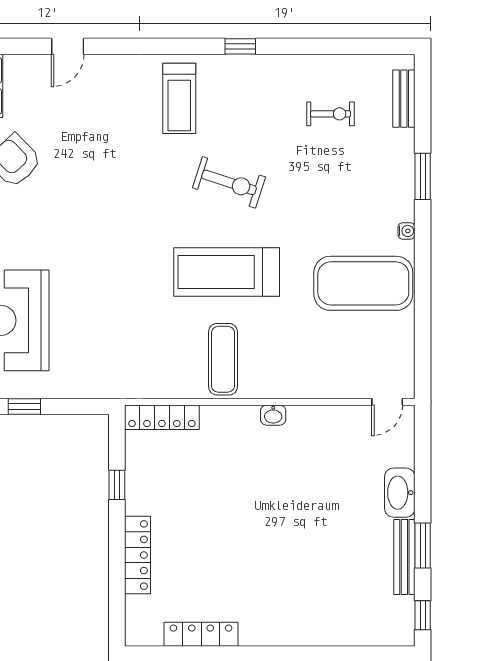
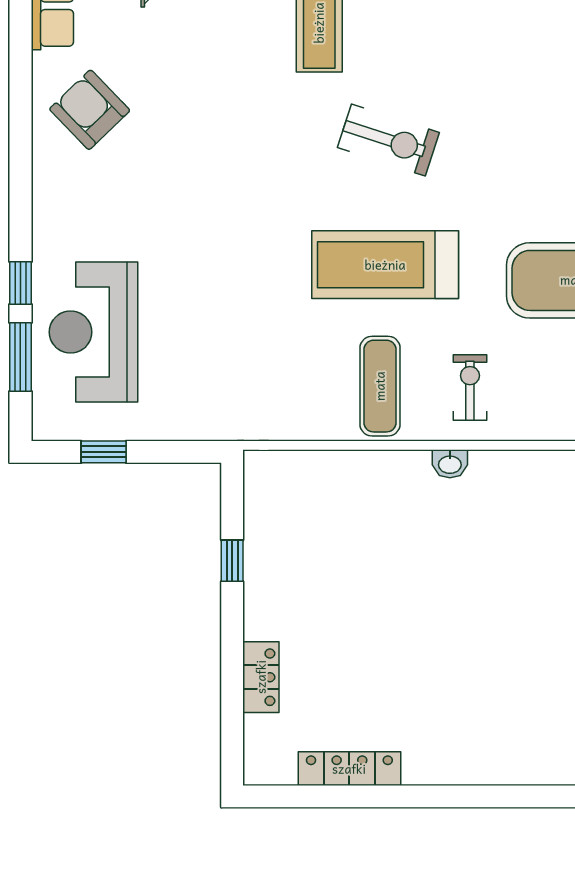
exercise bike: (331, 114) -> (470, 387), moved, turned -90
locker: (162, 417) -> (295, 467), removed
locker: (137, 555) -> (261, 677), width x0.66

